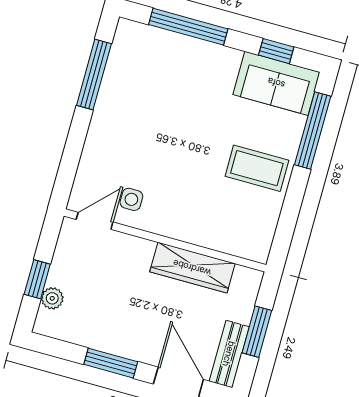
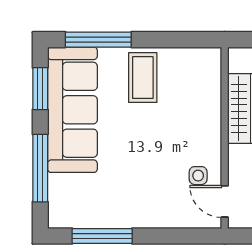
window: (276, 51) -> (40, 89), width x1.50
sofa: (276, 83) -> (72, 110), width x1.85, depth x1.27

